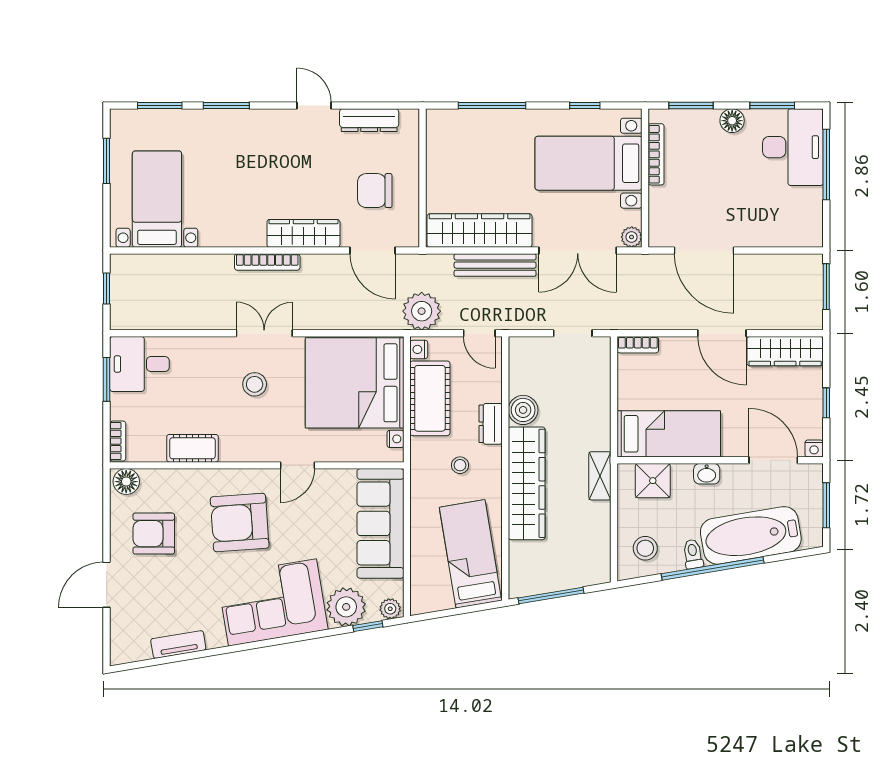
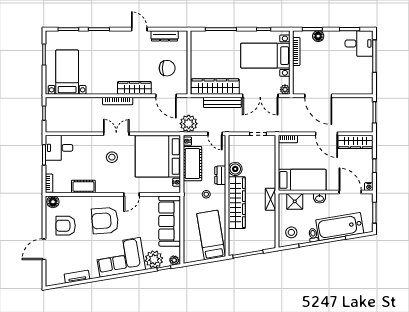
floor lamp: (732, 121) -> (318, 36), moved
desk: (793, 147) -> (359, 43), width x0.73
chair: (375, 191) -> (167, 68), turned 180

